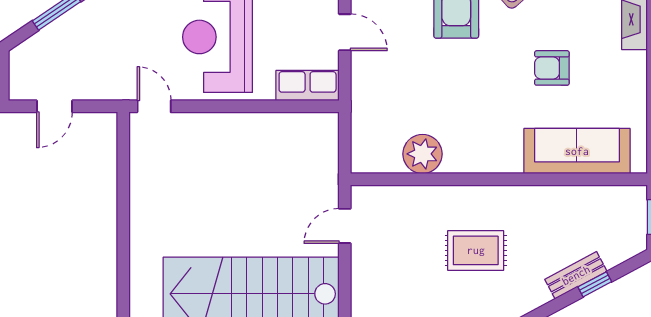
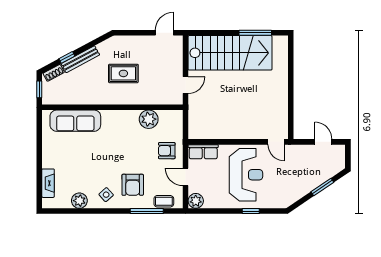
armchair: (552, 68) -> (167, 151), moved, turned 180
door: (54, 106) -> (323, 142), hinge flipped
shoe rack: (623, 252) -> (54, 73), added
bench: (576, 275) -> (80, 59), width x1.36

